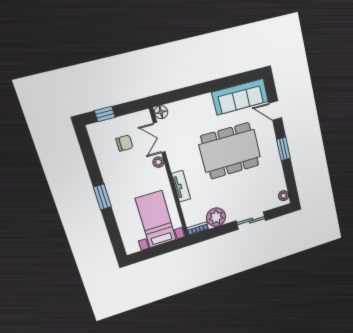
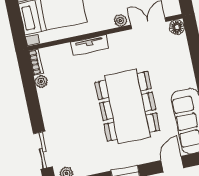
plant: (216, 217) -> (41, 81), width x0.53, depth x0.53
sliding door: (251, 221) -> (43, 150), moved

